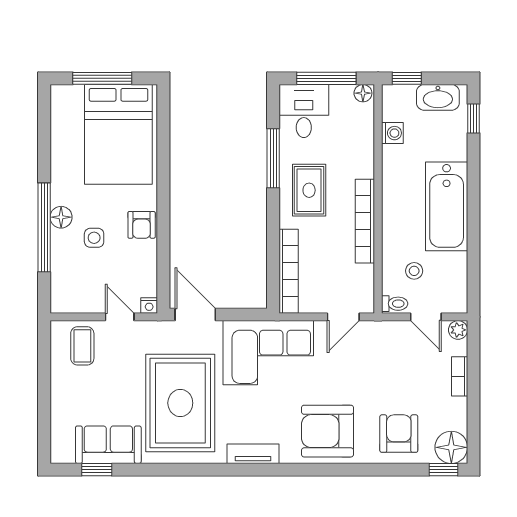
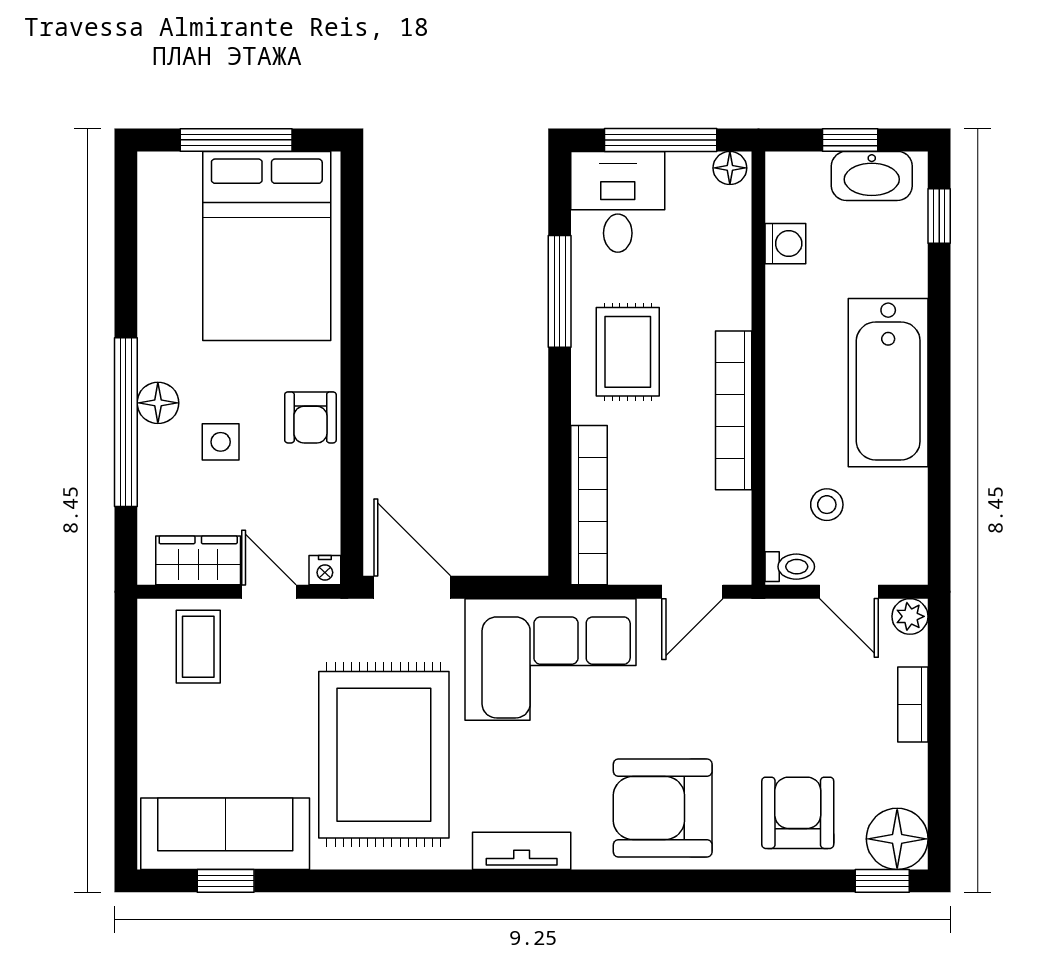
window: (407, 78) -> (850, 140), moved
wardrobe: (82, 300) -> (198, 560), added
sofa: (108, 445) -> (225, 834), width x1.36

